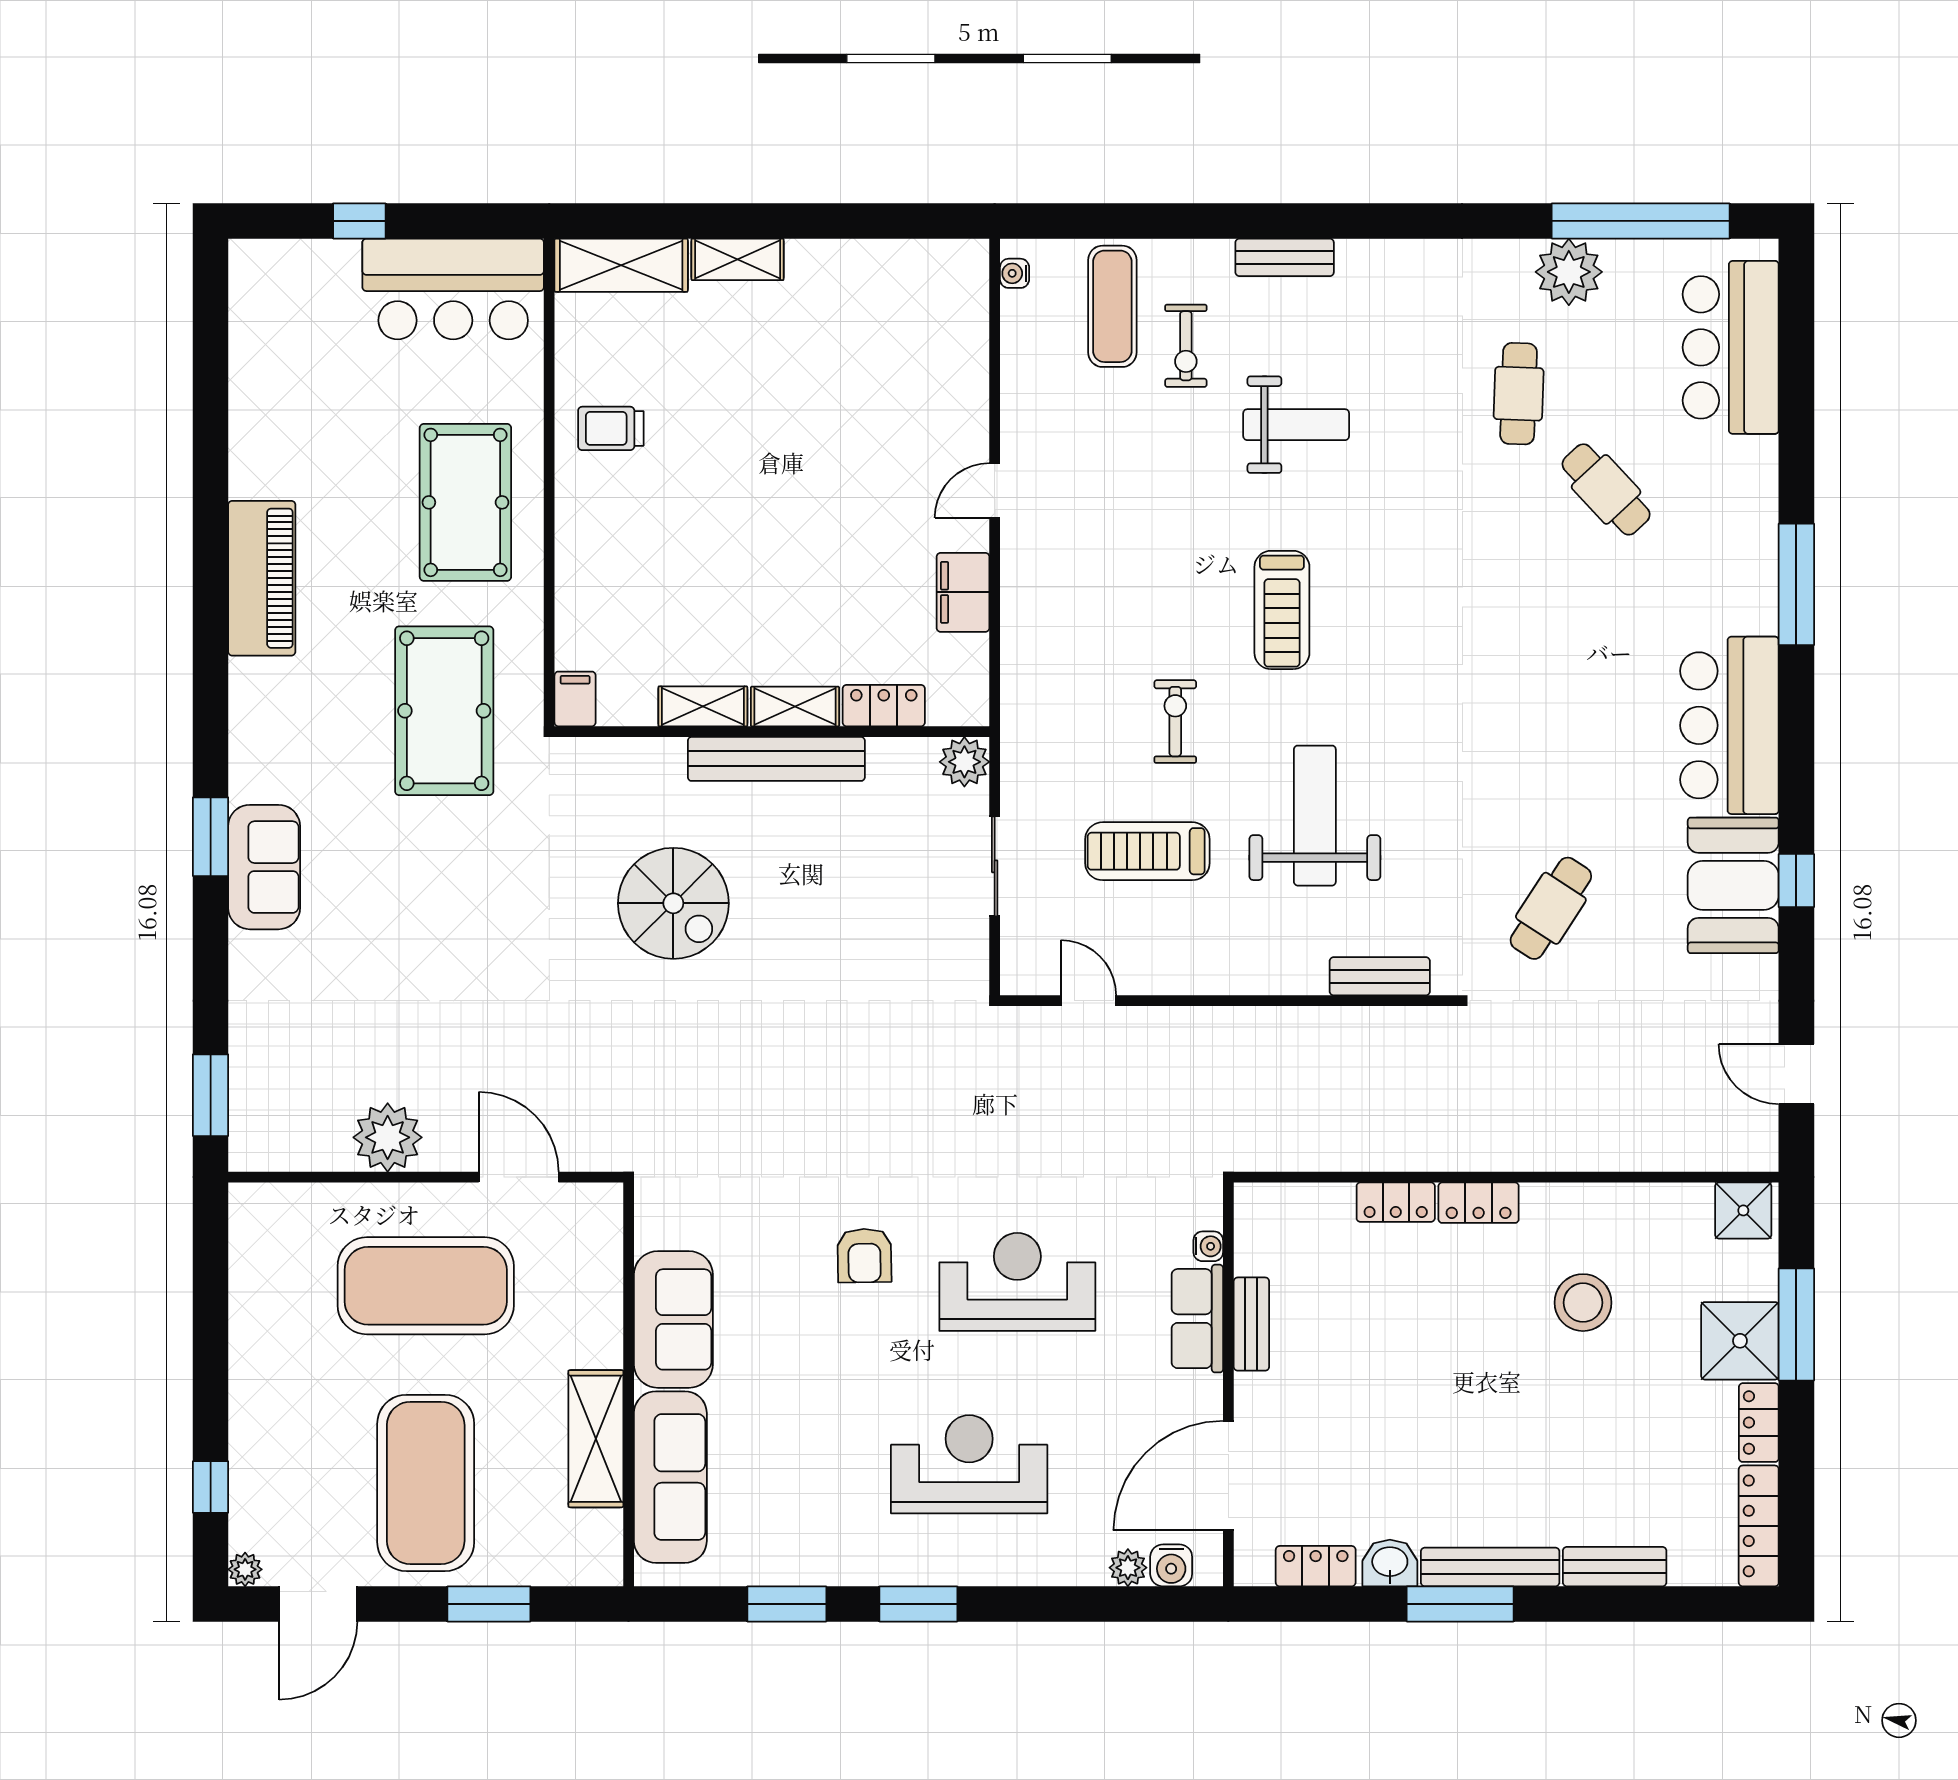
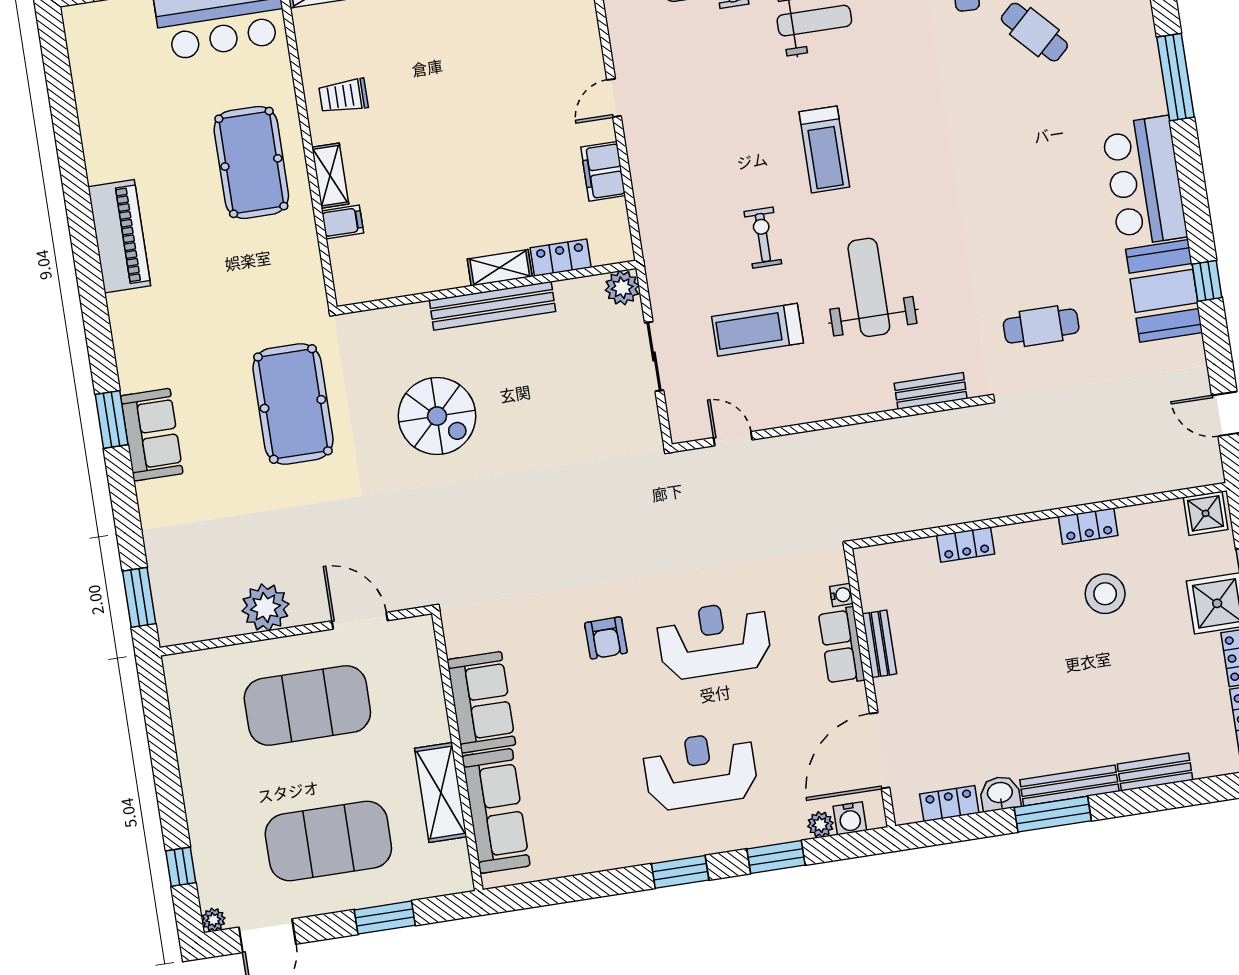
filing cabinet: (575, 699) -> (343, 222), moved, turned 90
shelving: (703, 706) -> (330, 176), moved, turned 90
pool table: (444, 711) -> (293, 404), moved
cafe table: (1551, 908) -> (1041, 326), turned 57
locker: (1479, 1203) -> (1088, 526), moved
exercise mat: (426, 1483) -> (328, 841), turned 90
window: (787, 1604) -> (776, 857), moved

